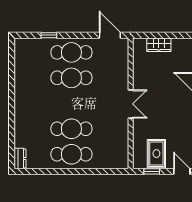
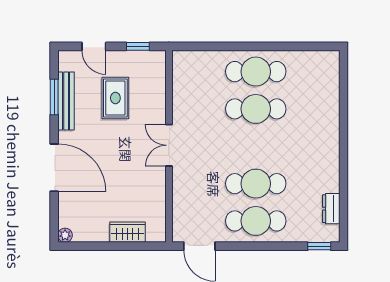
window: (49, 35) -> (319, 246), moved
rug: (156, 154) -> (115, 98), moved
dresser: (20, 158) -> (331, 209), moved

